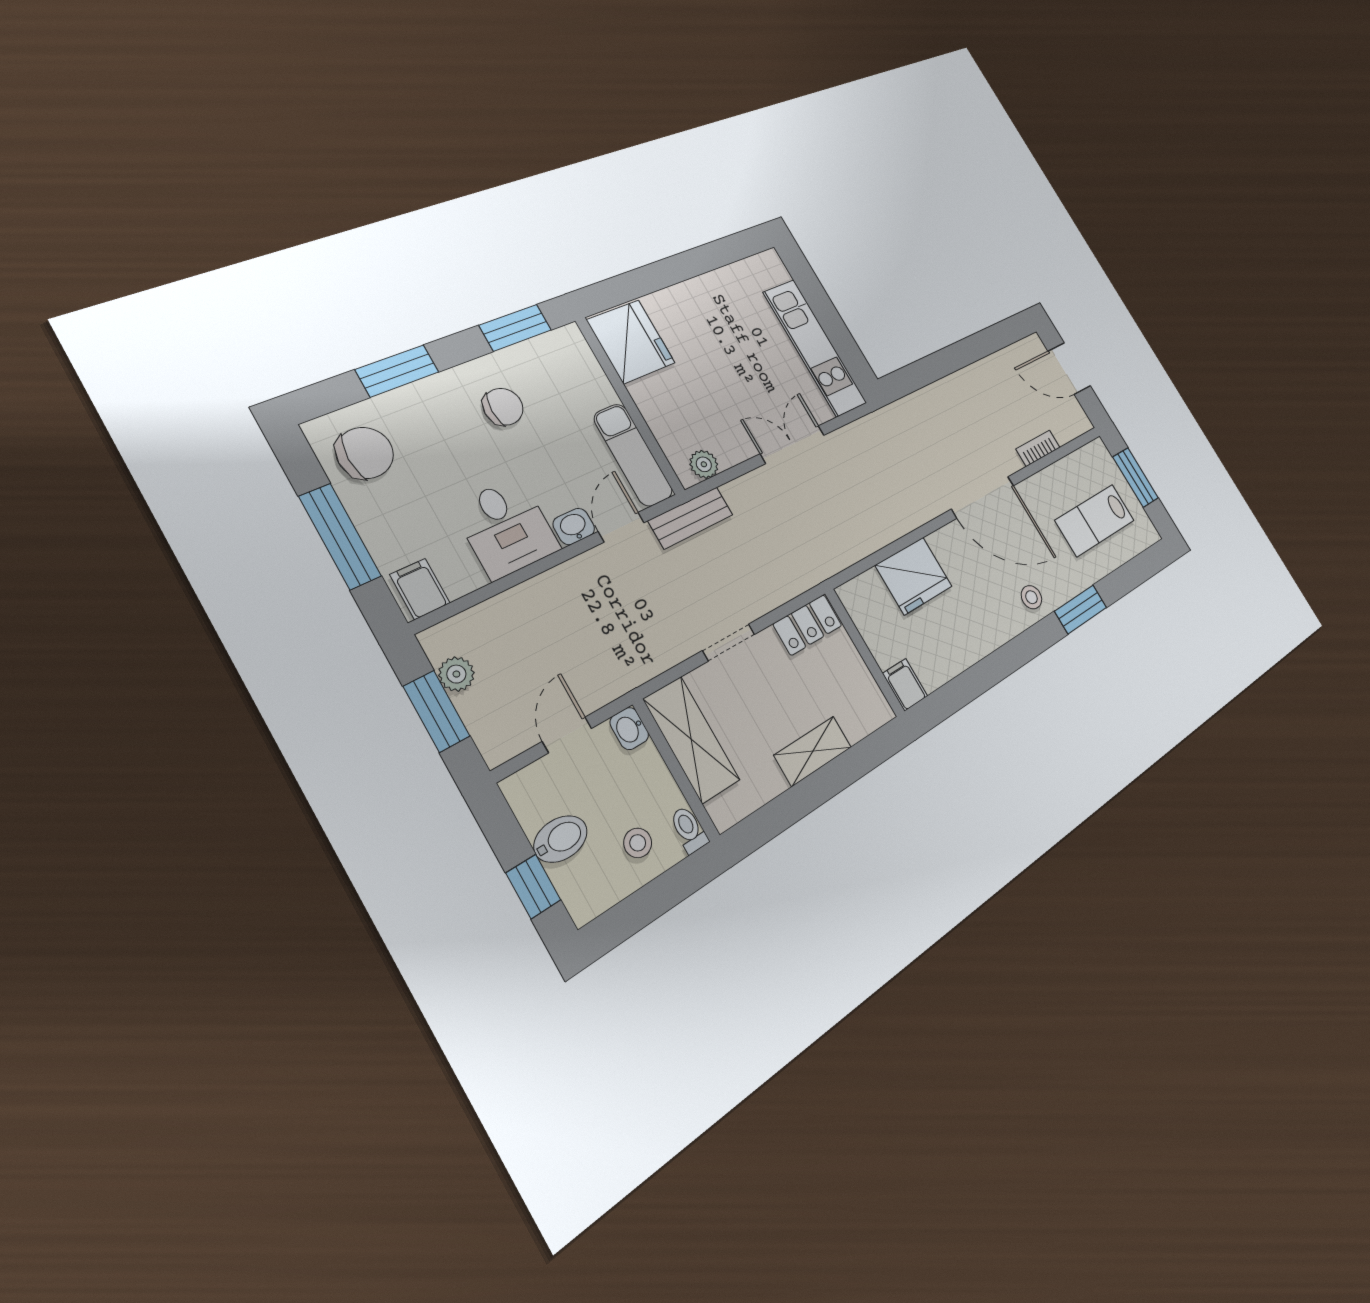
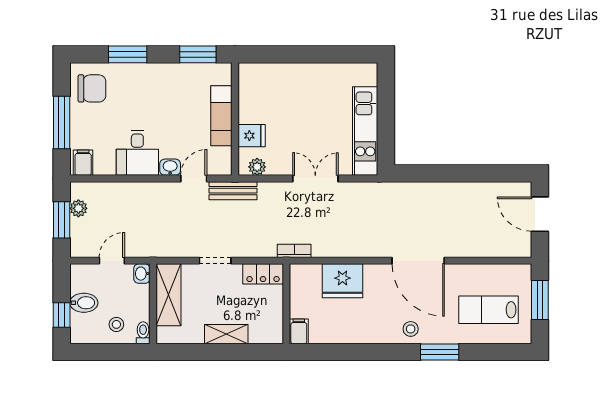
fridge: (631, 342) -> (252, 136), moved, width x0.53, depth x0.75
chair: (503, 407) -> (169, 93), removed
bookcase: (1038, 448) -> (294, 251), moved
exam couch: (633, 455) -> (221, 116), moved

